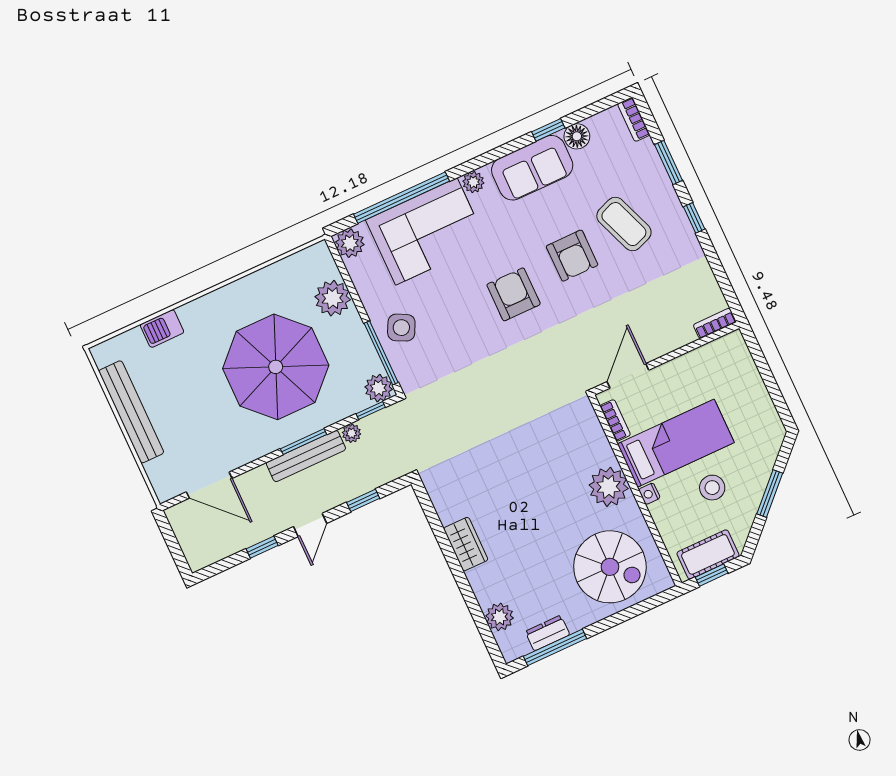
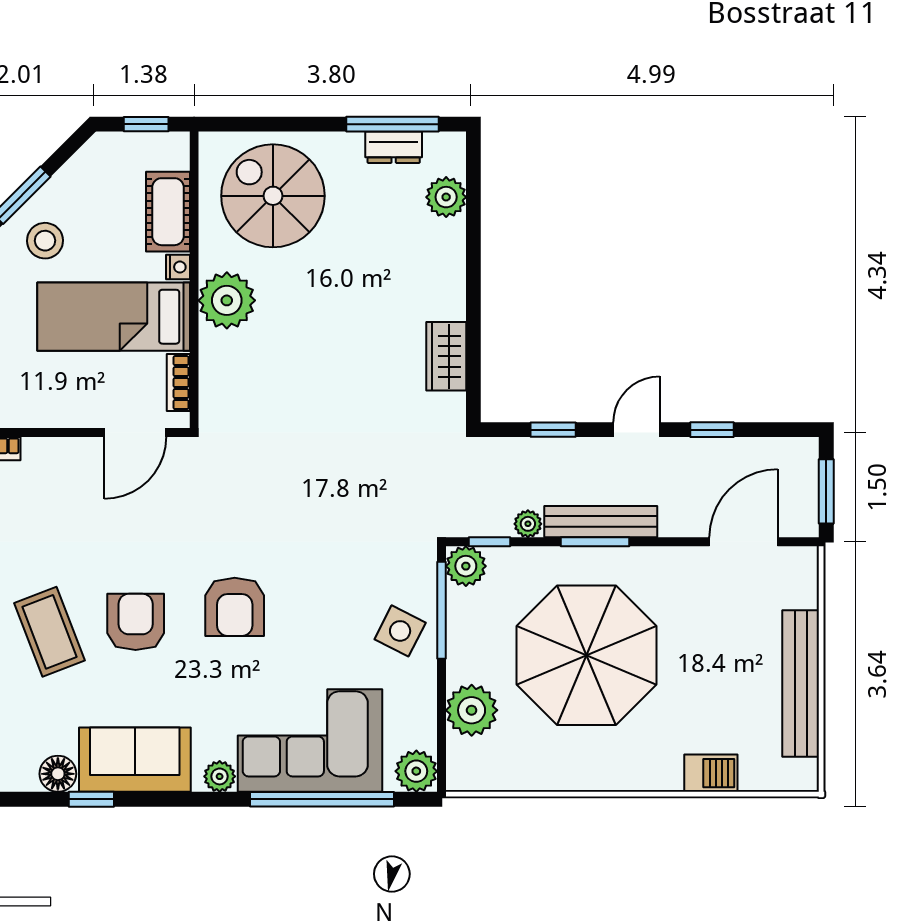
door: (209, 485) -> (744, 542), hinge flipped
stool: (712, 488) -> (45, 241), moved
window: (171, 541) -> (826, 491), added
wardrobe: (466, 544) -> (446, 356), moved
cot: (708, 554) -> (168, 212), moved, turned 90

